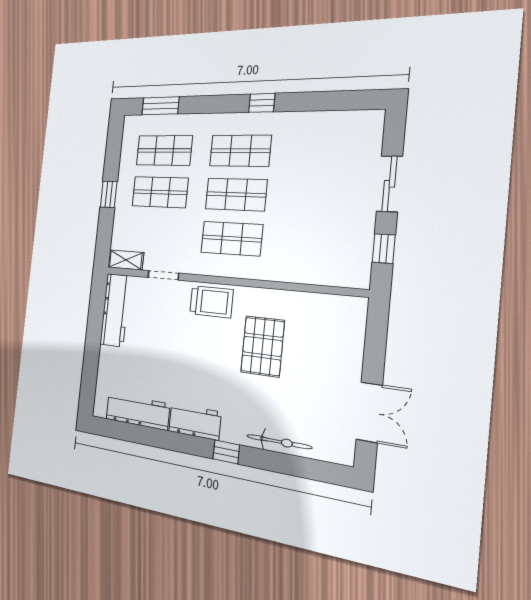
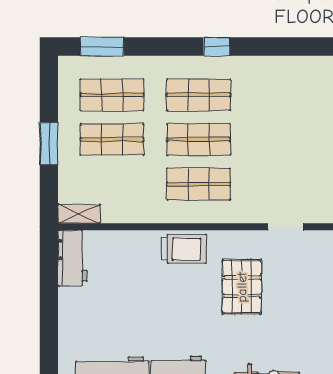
window: (109, 194) -> (49, 144), width x1.50
doorway: (163, 275) -> (286, 227), moved
workbench: (115, 310) -> (72, 258), width x0.73

